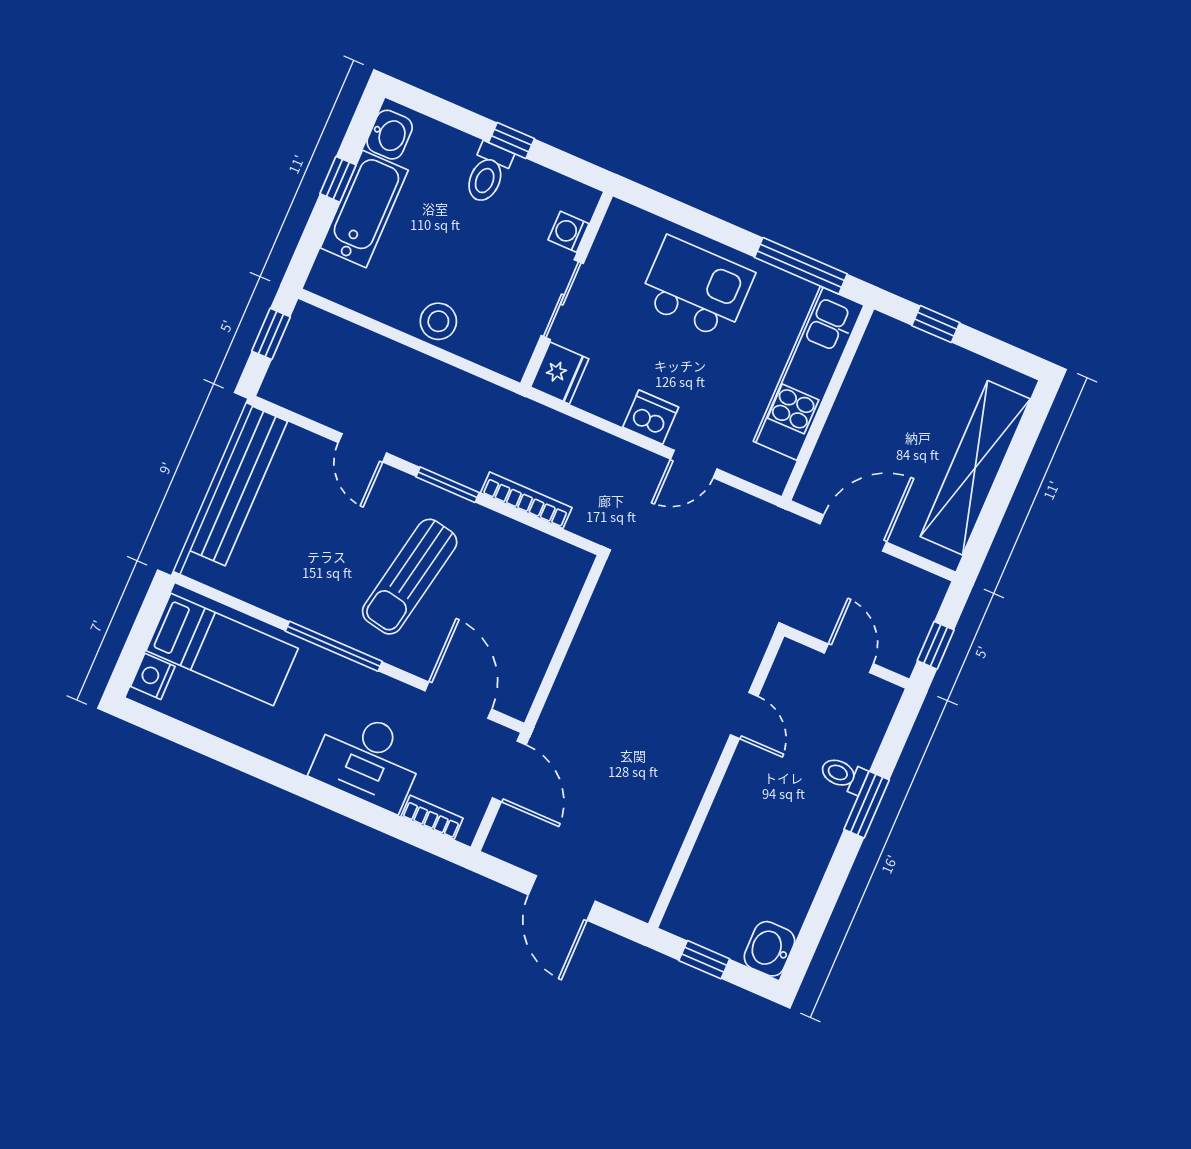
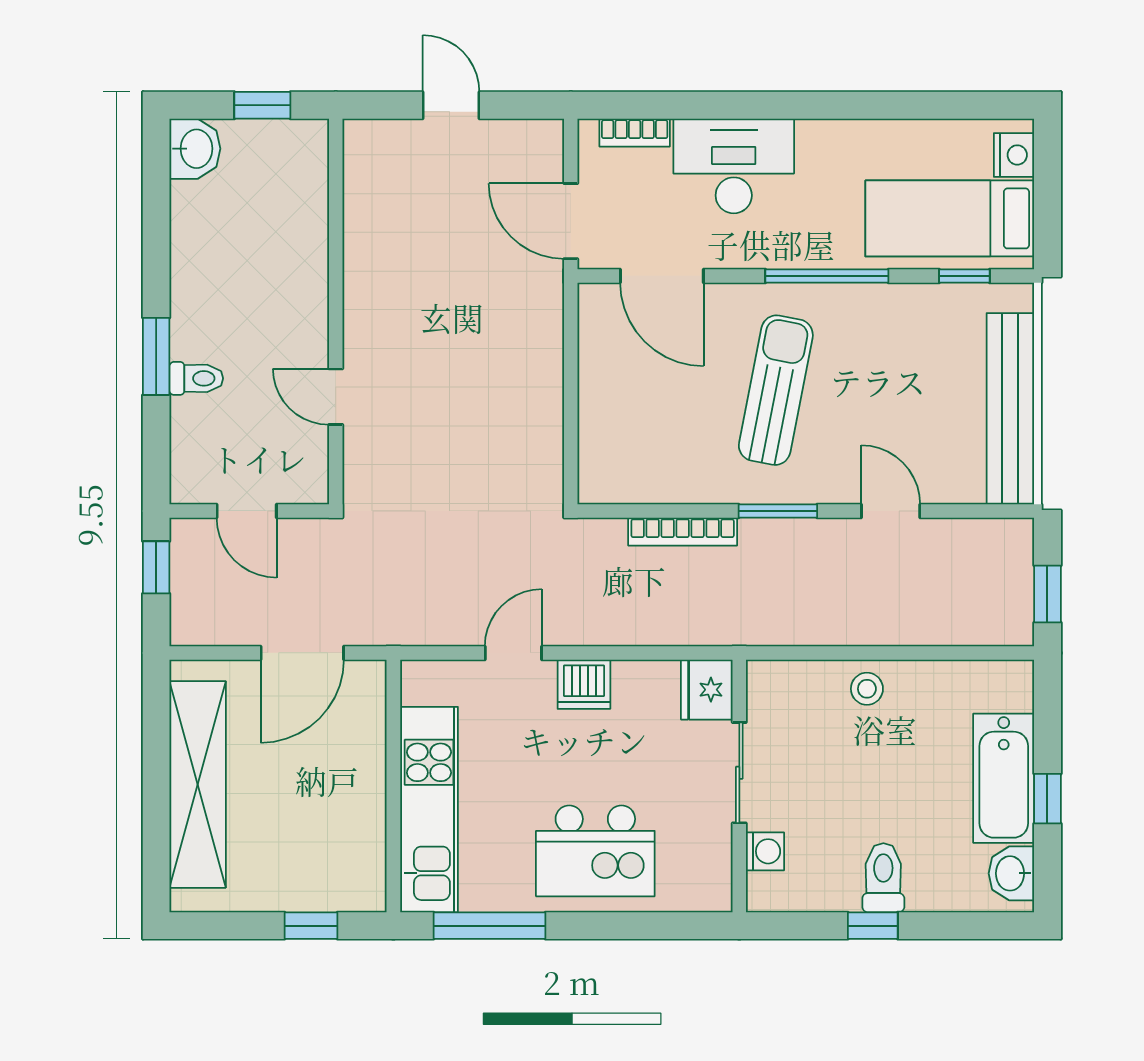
stool: (438, 321) -> (867, 689), width x0.73, depth x0.73
window: (230, 601) -> (964, 276), added
door: (562, 898) -> (451, 105), width x0.73

